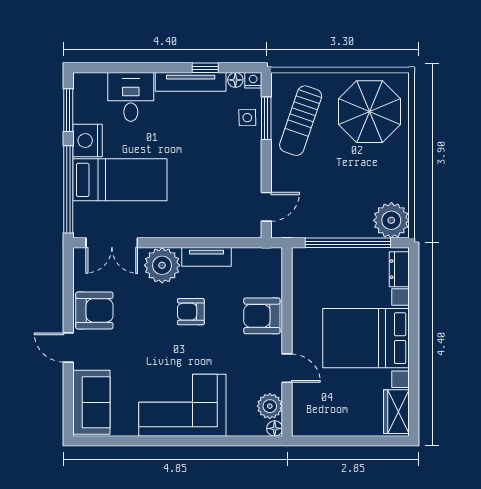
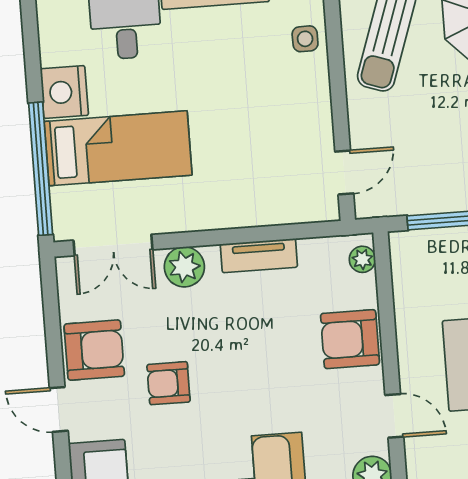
window: (68, 110) -> (32, 48), removed
window: (266, 118) -> (334, 38), removed
plant: (274, 264) -> (362, 259), added
plant: (162, 265) -> (184, 267), width x0.73, depth x0.73
armchair: (191, 312) -> (169, 383), moved

